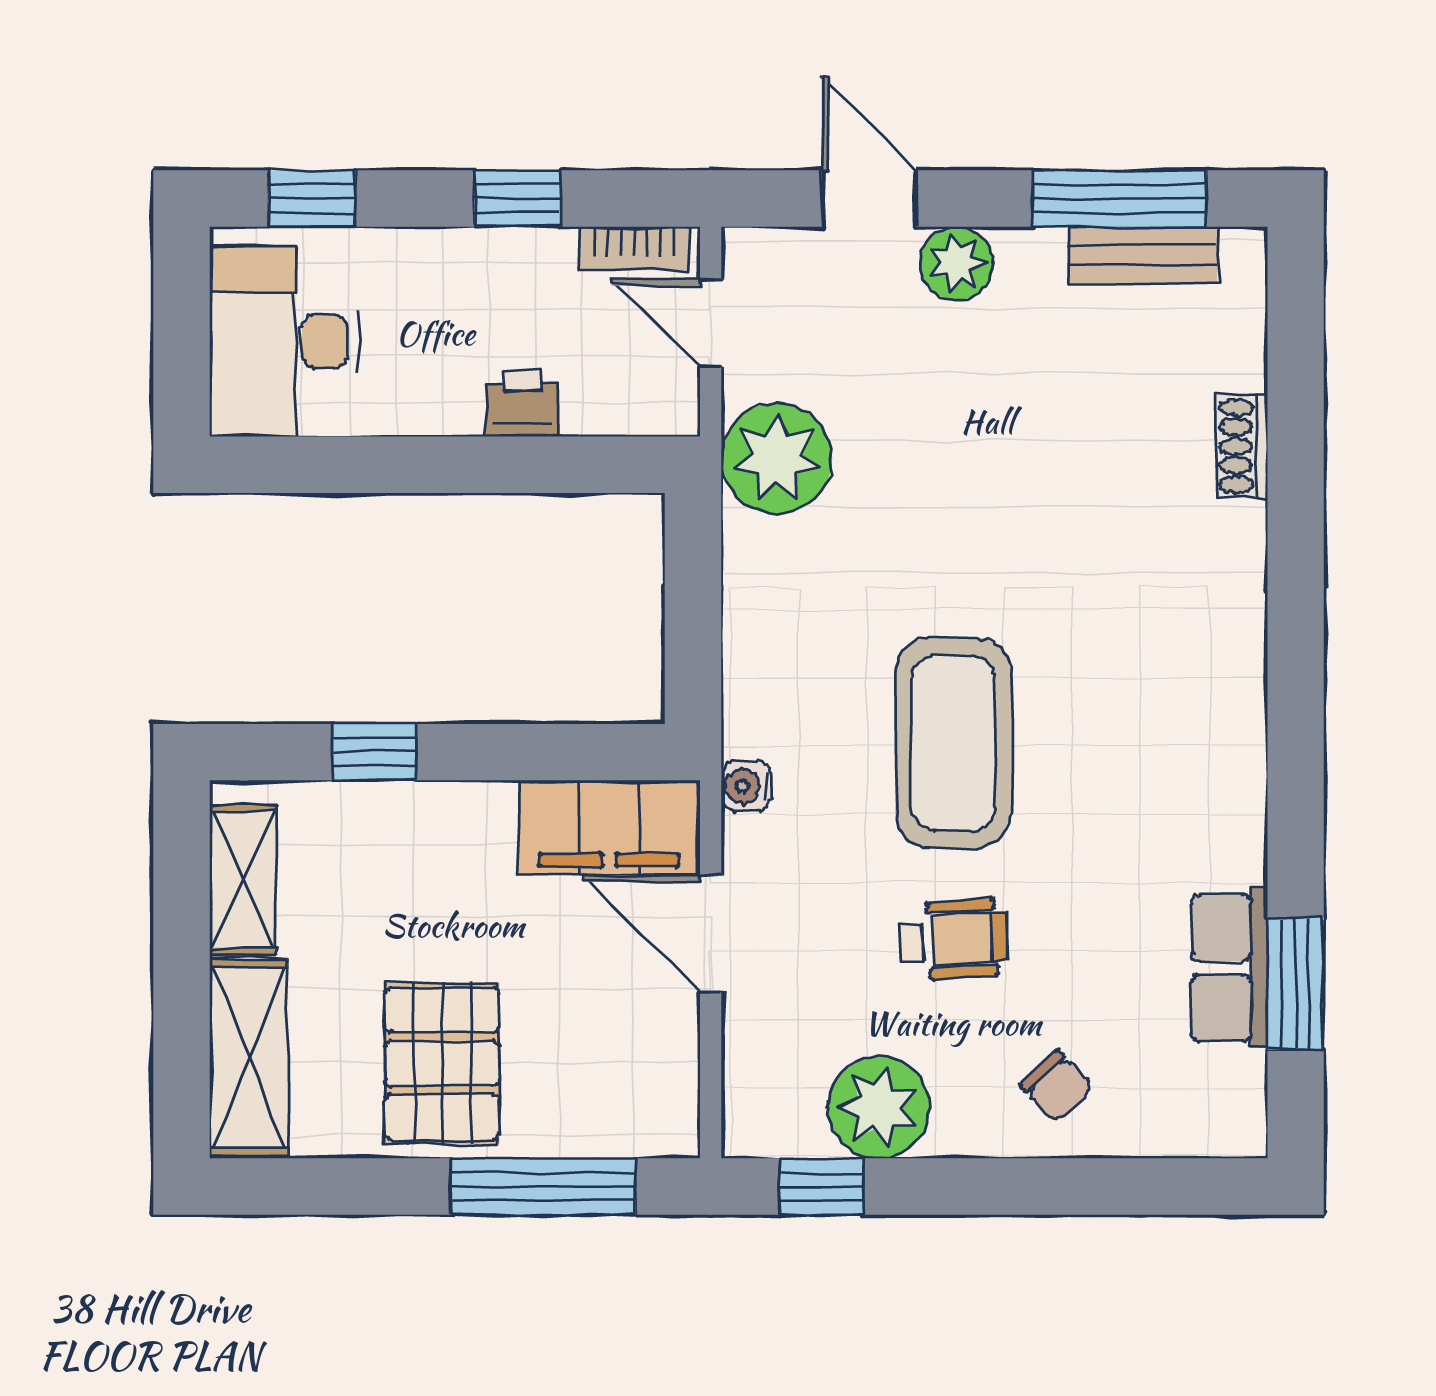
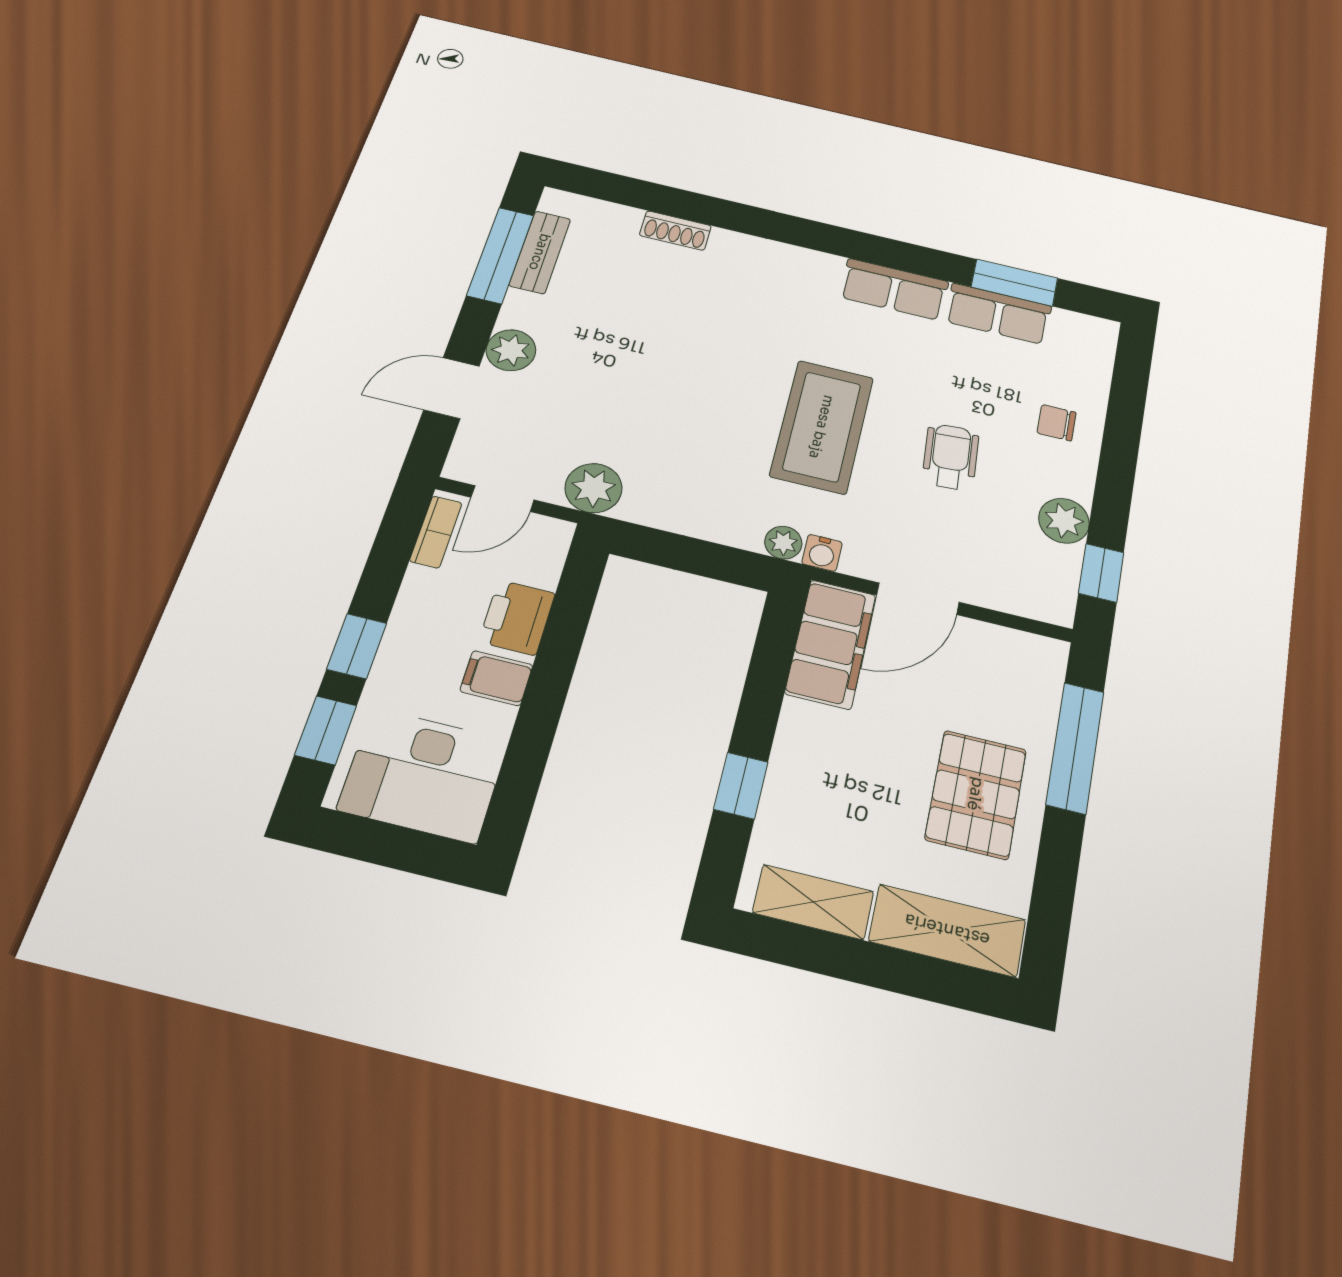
window: (518, 199) -> (357, 646), moved
filing cabinet: (441, 394) -> (496, 678), added
printer: (523, 404) -> (517, 617), width x1.36, depth x1.24
plant: (777, 459) -> (594, 488), width x0.73, depth x0.73
plant: (748, 729) -> (783, 543), added
coffee table: (953, 743) -> (822, 427), turned 90
row of seats: (1229, 801) -> (894, 289), added
pallet: (442, 1063) -> (976, 794), turned 90
chair: (1057, 1086) -> (1057, 423), turned -136
plant: (879, 1107) -> (1064, 521), width x0.73, depth x0.73

